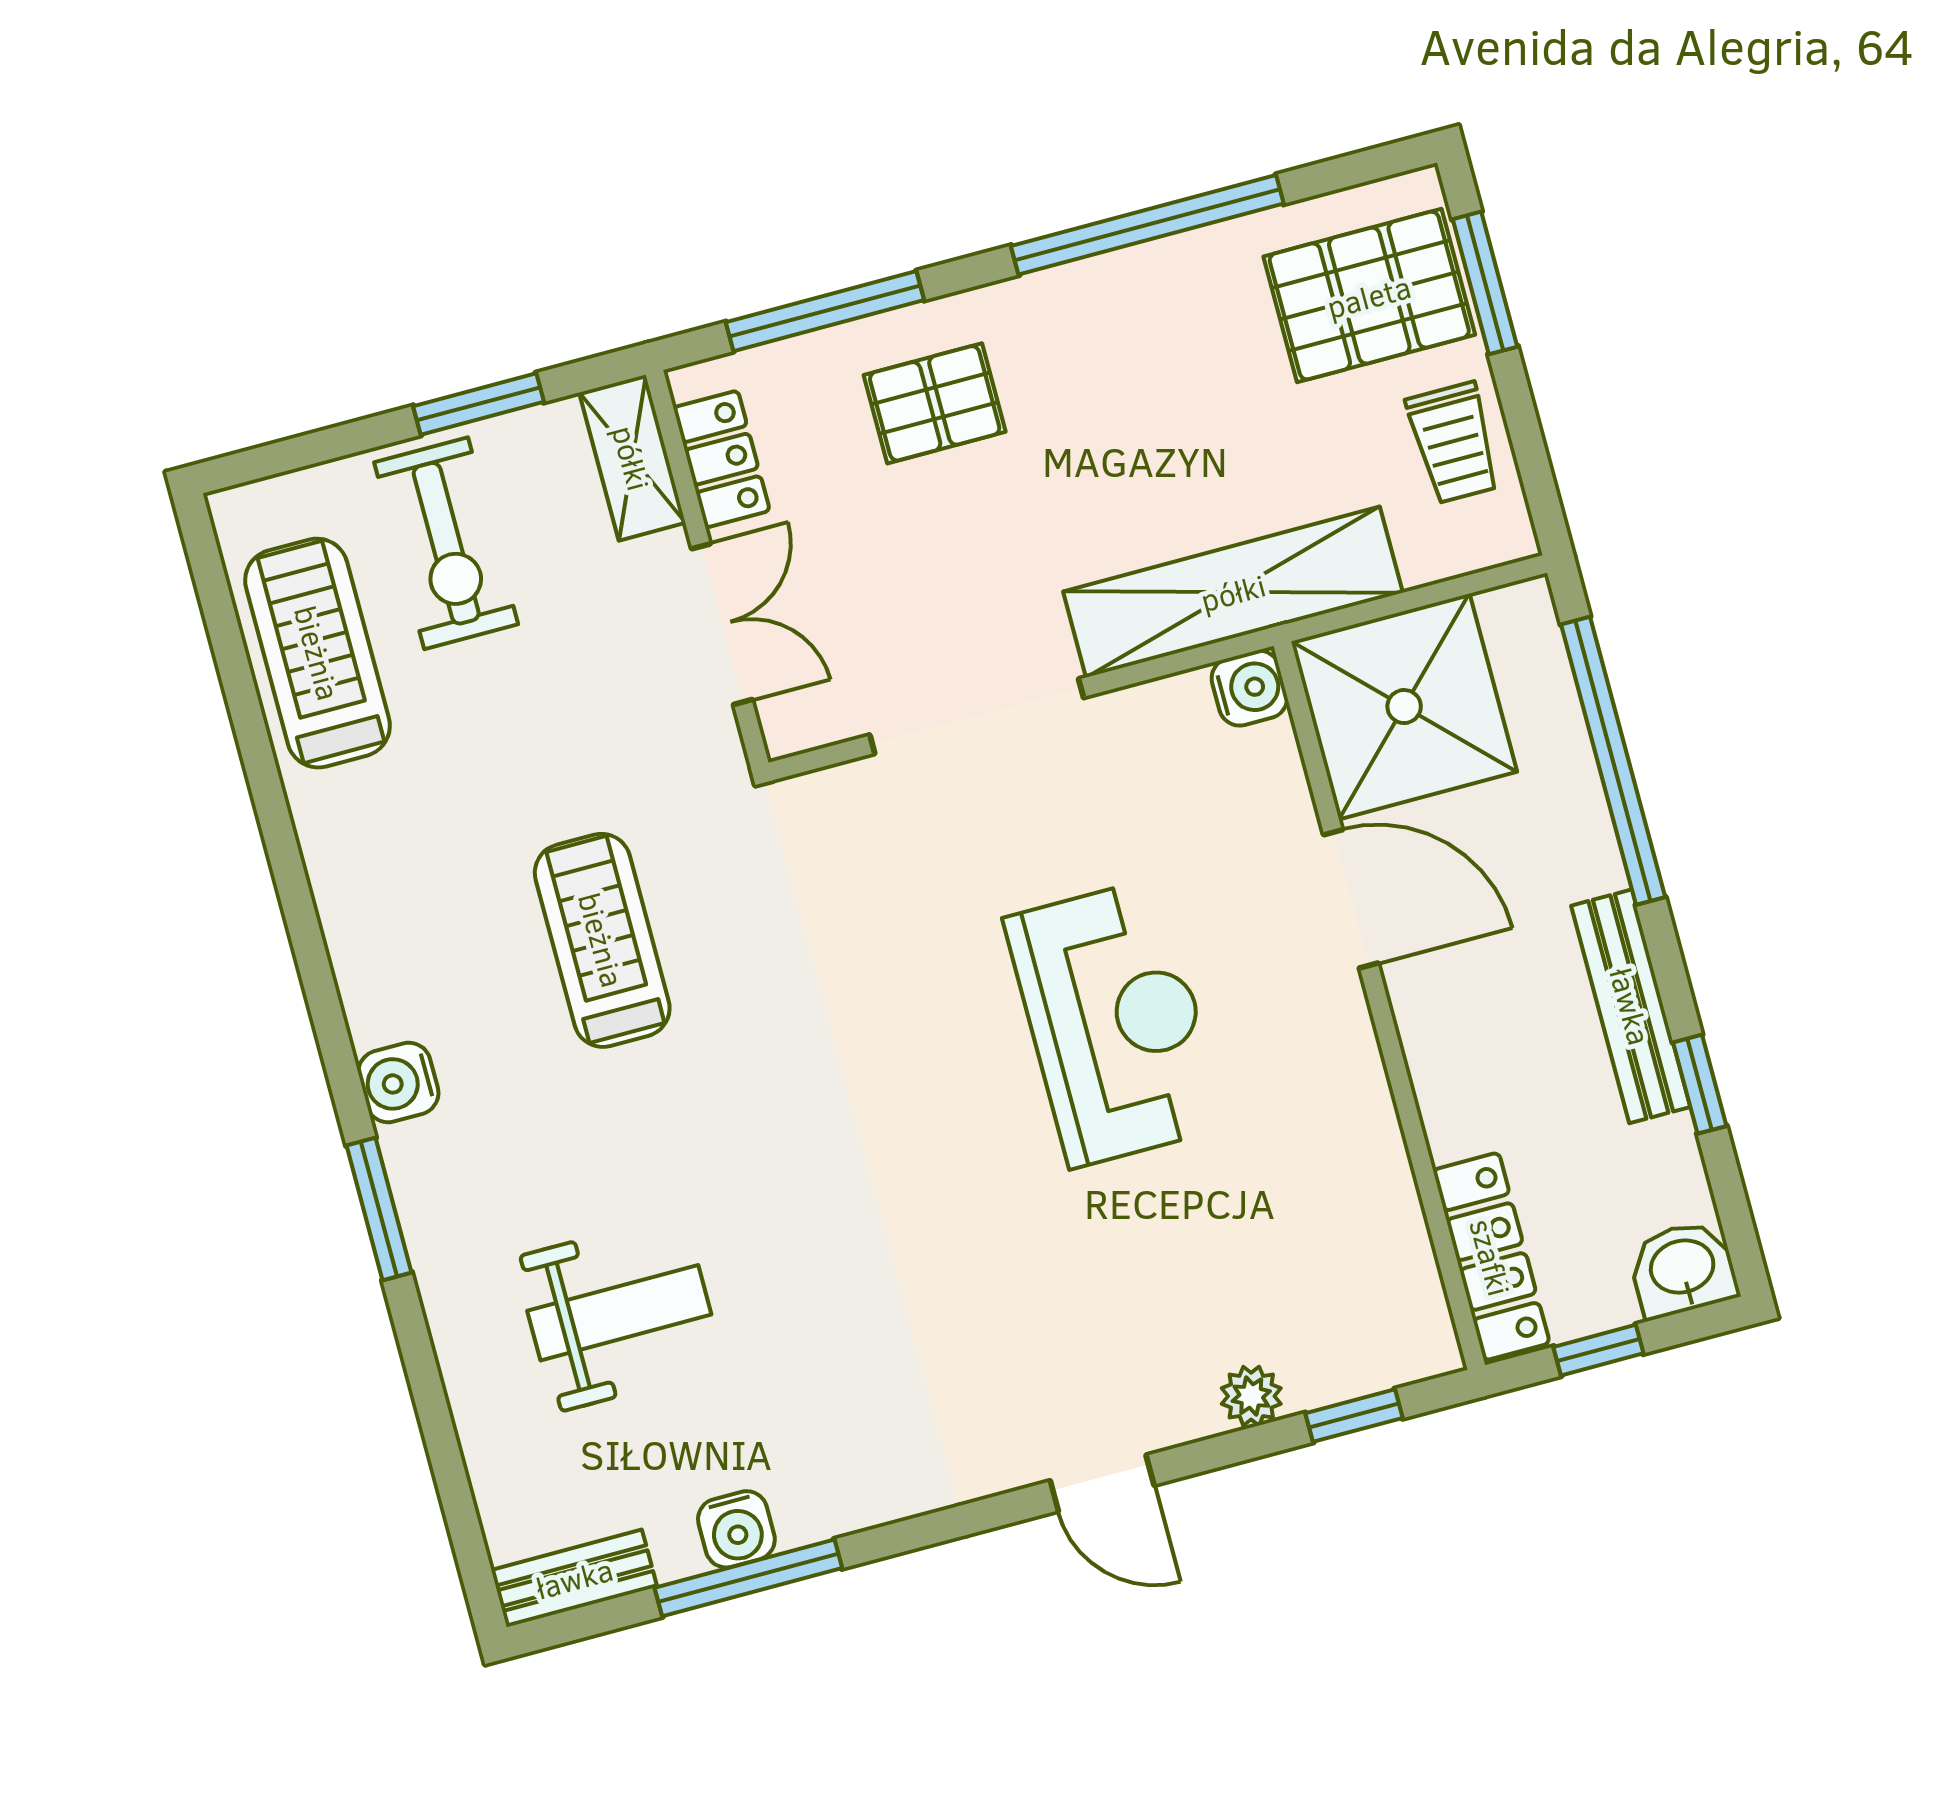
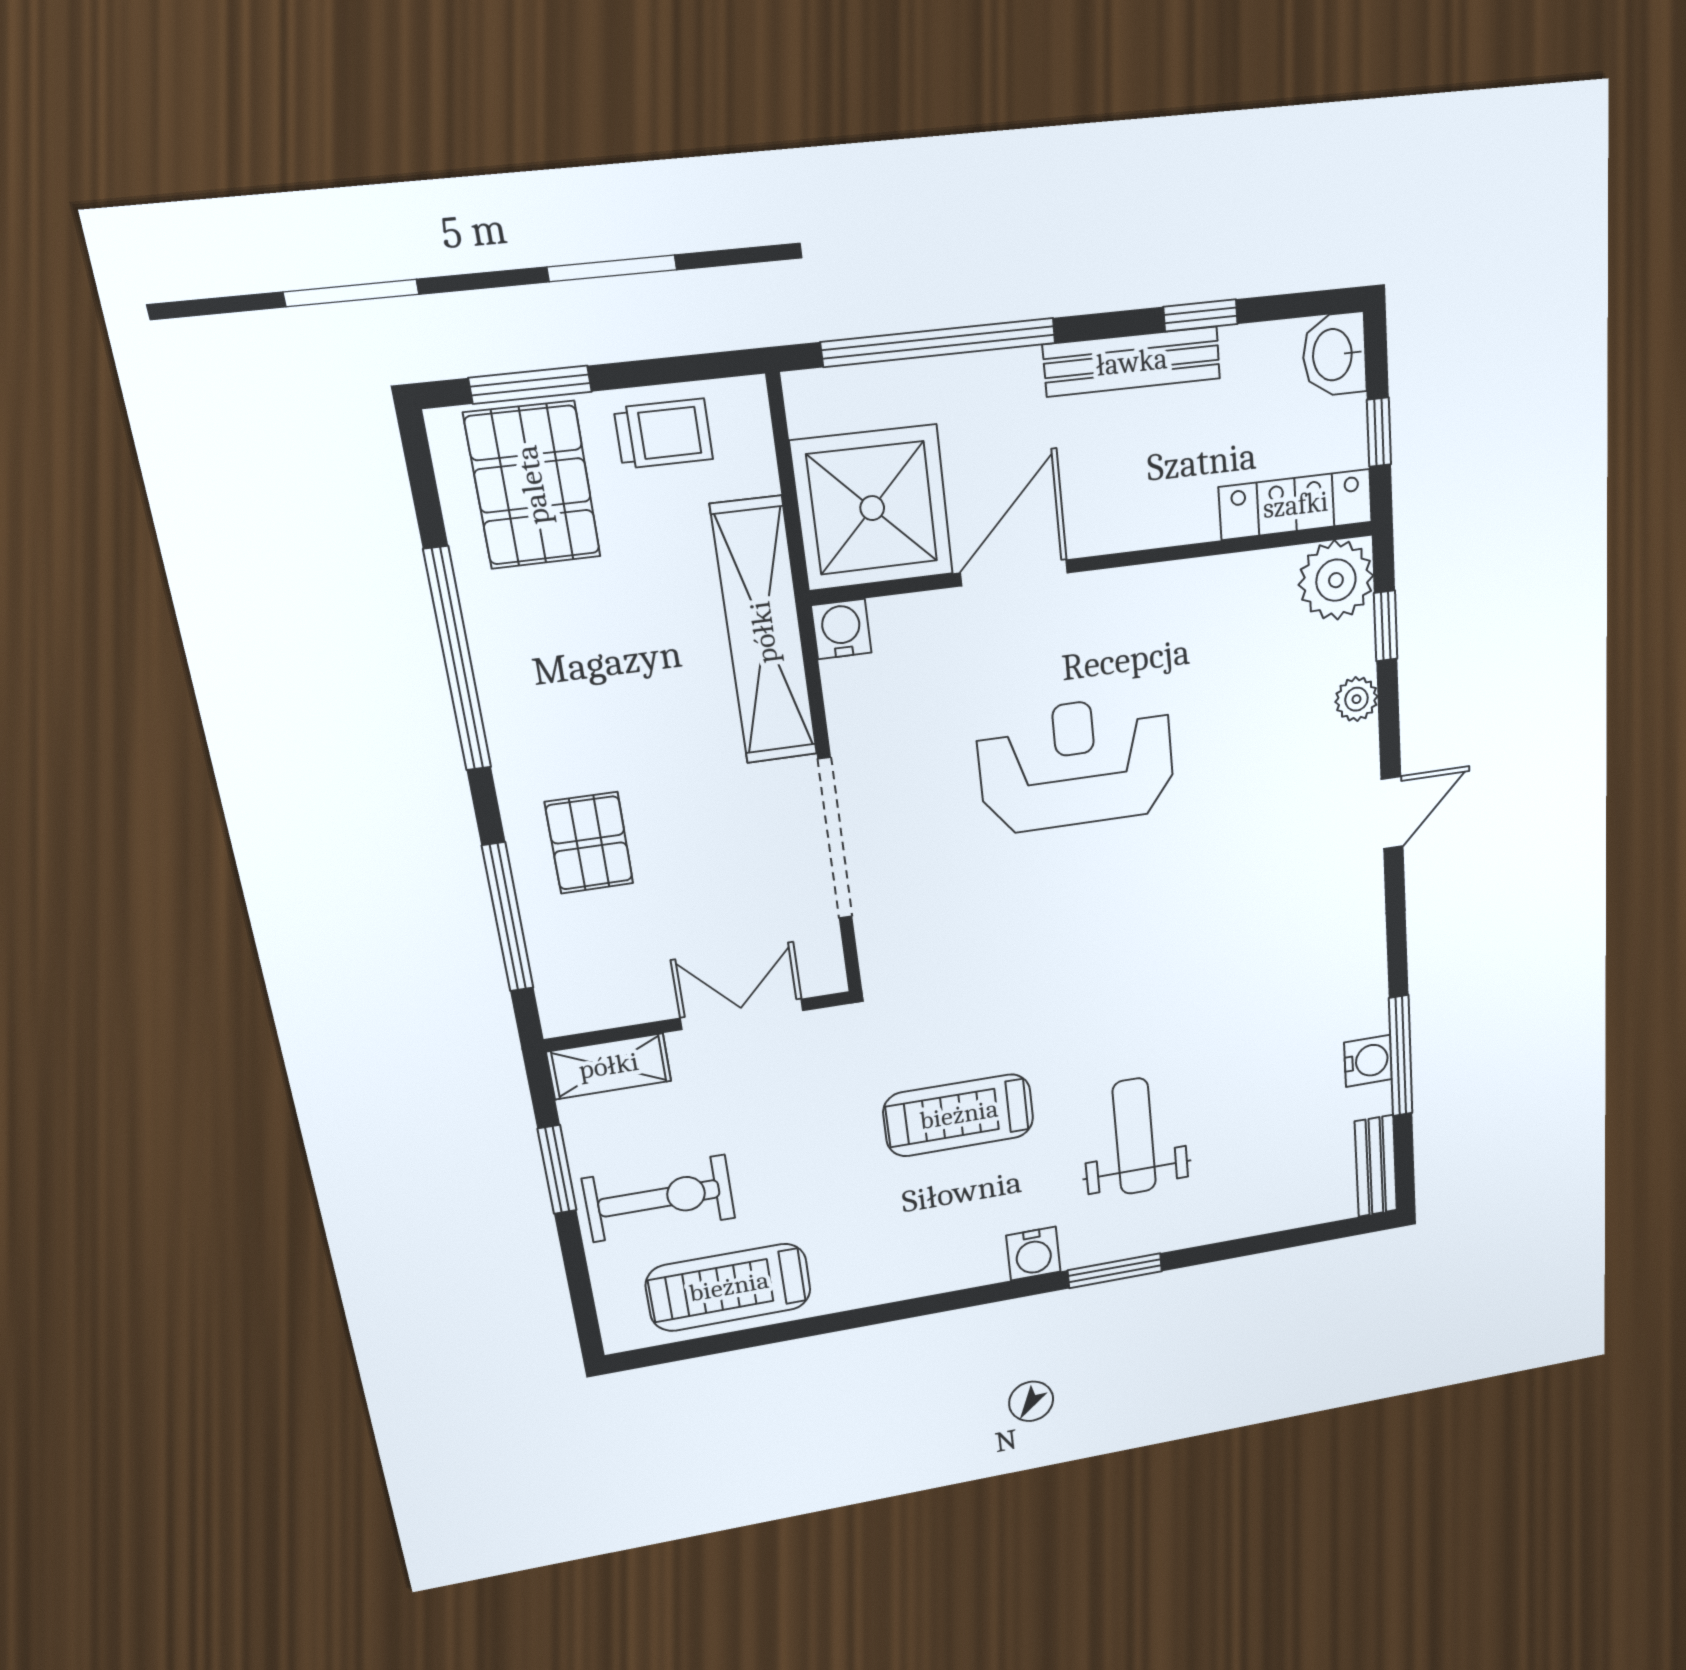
locker: (722, 459) -> (617, 1003), removed
weight bench: (619, 1313) -> (1134, 1136), moved
plant: (1404, 1333) -> (1336, 580), added

